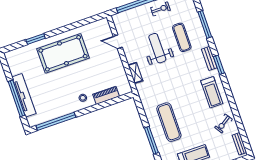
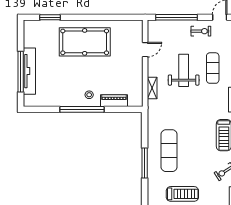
window: (36, 39) -> (50, 17), moved
door: (118, 42) -> (145, 50), swing flipped
window: (56, 121) -> (82, 109), moved

